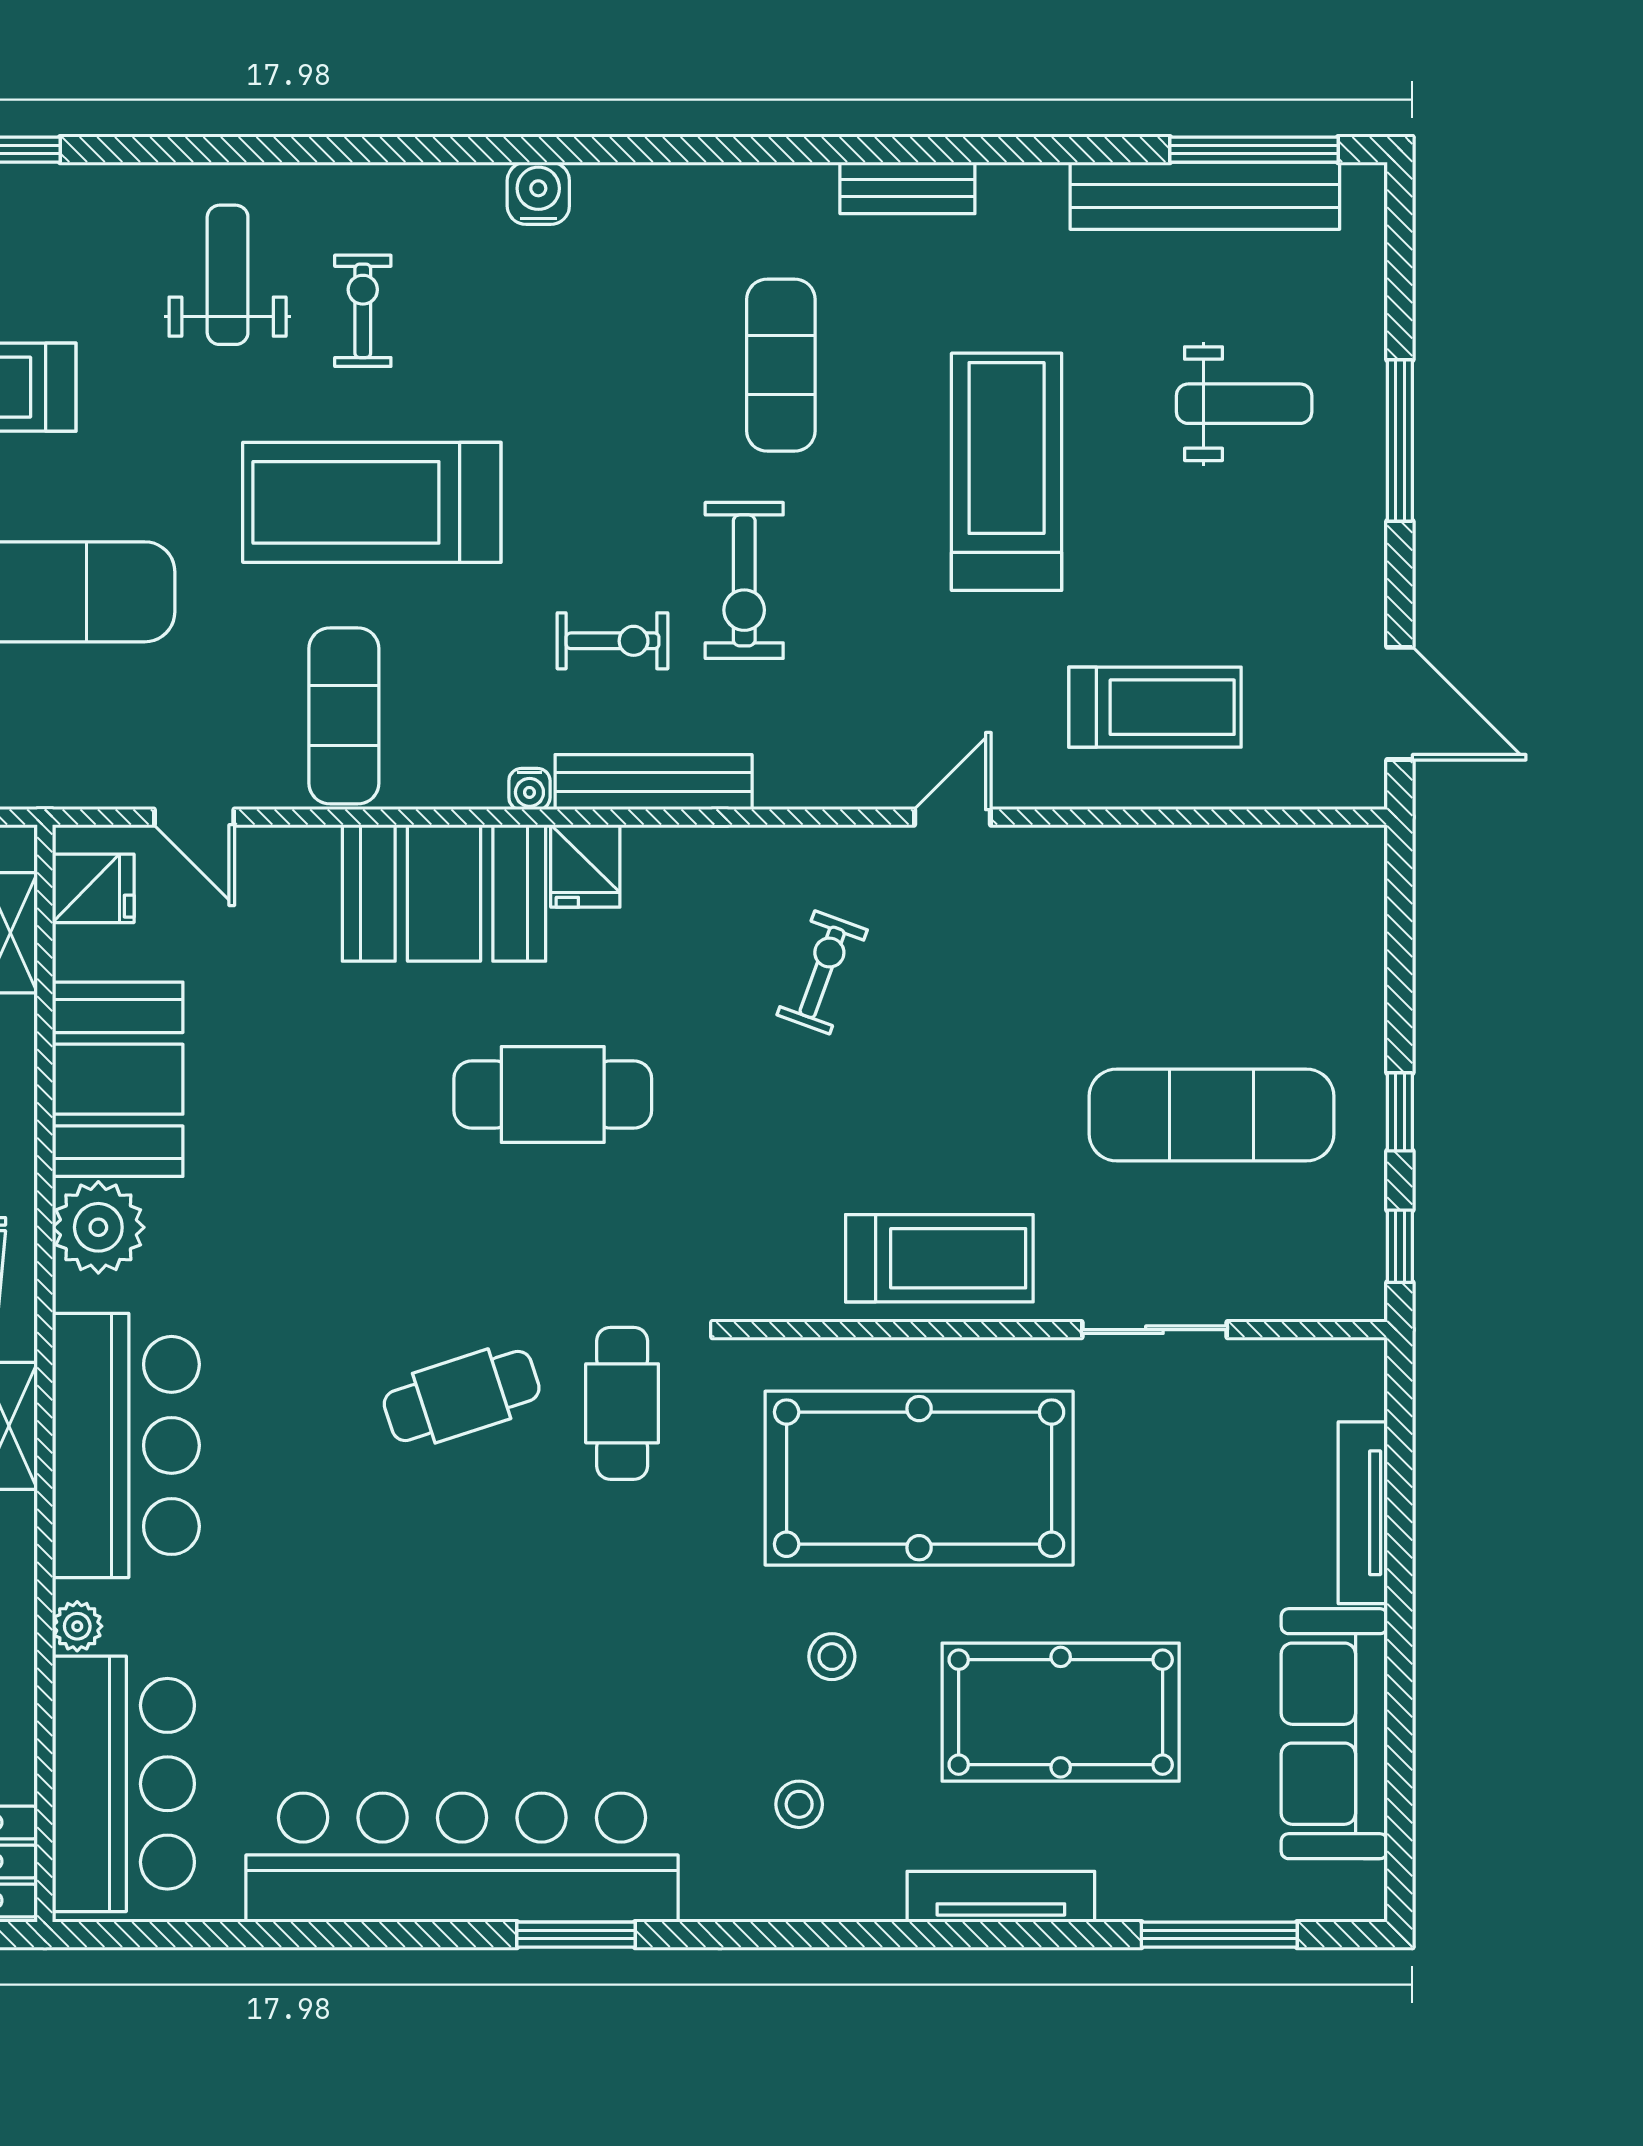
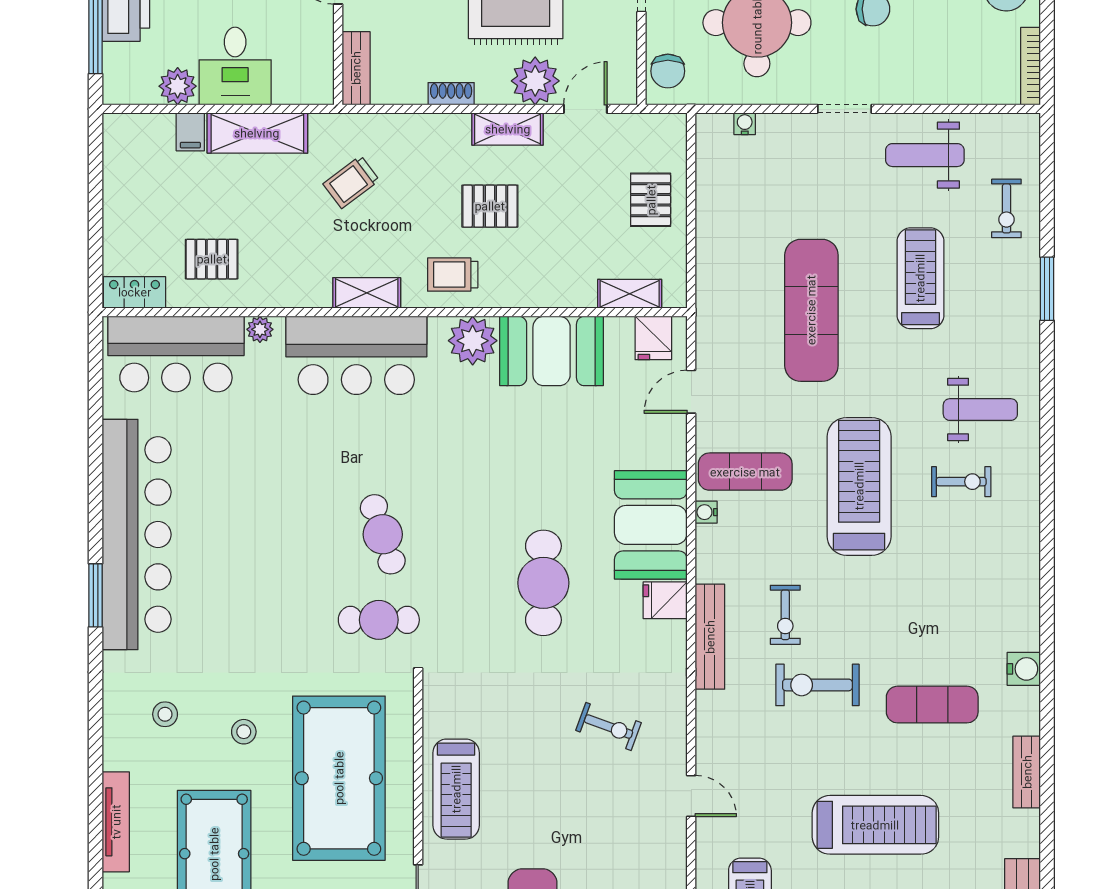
water cooler: (538, 193) -> (1024, 669), moved
water cooler: (529, 789) -> (706, 512), moved

